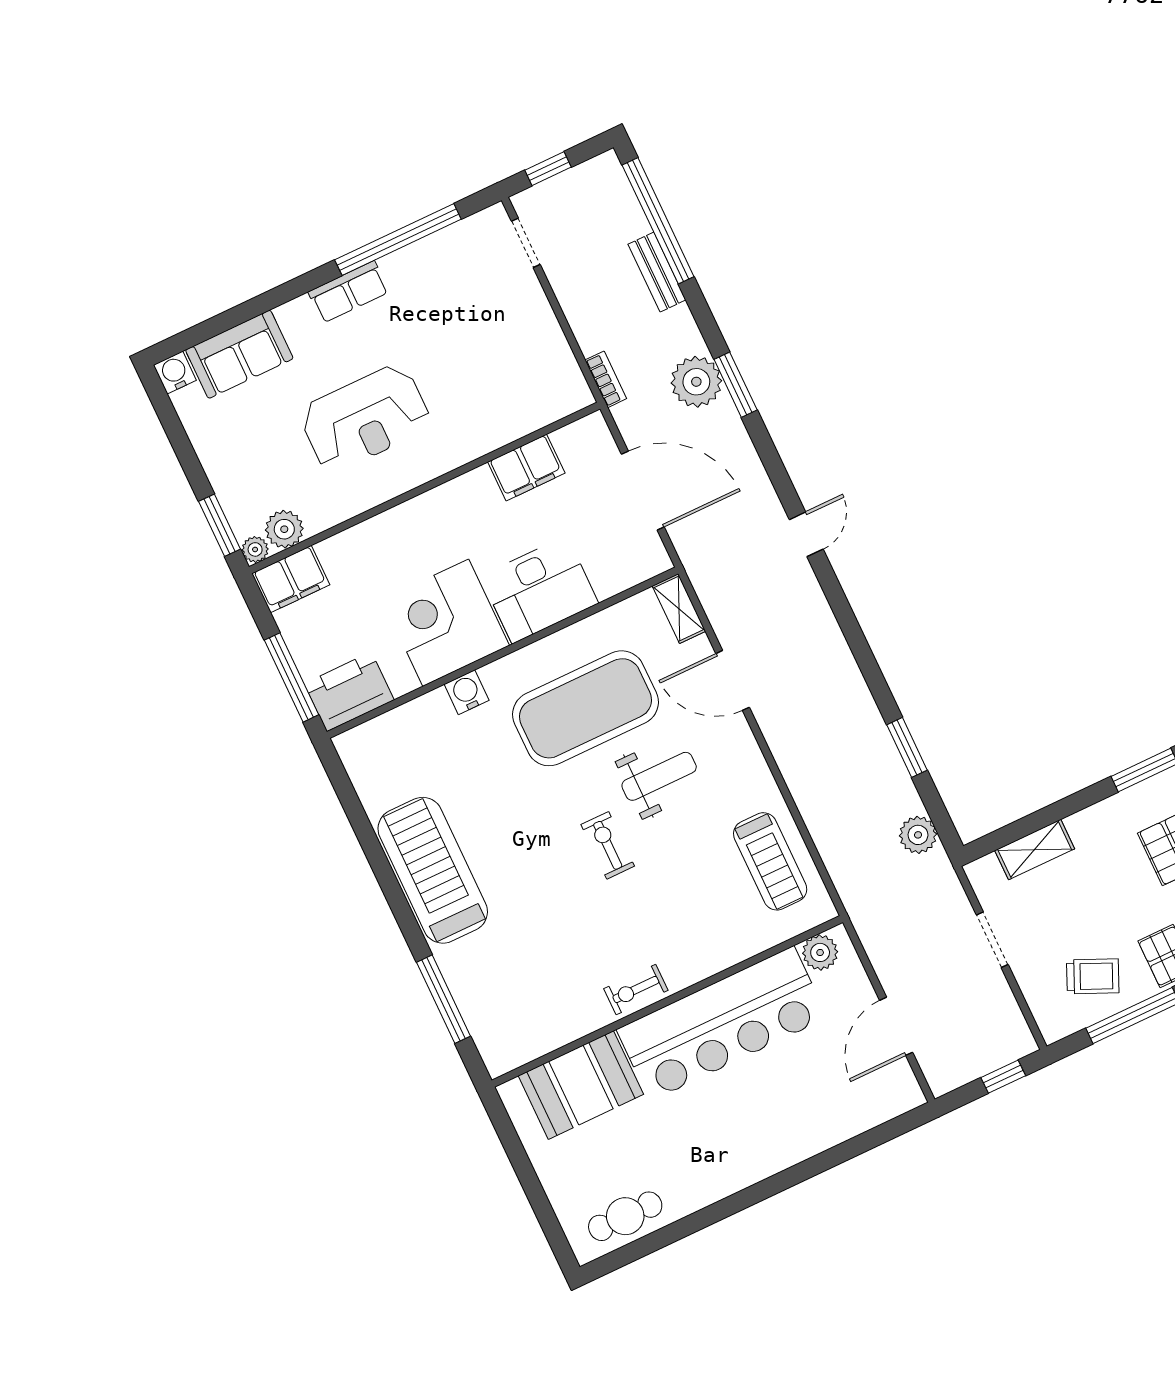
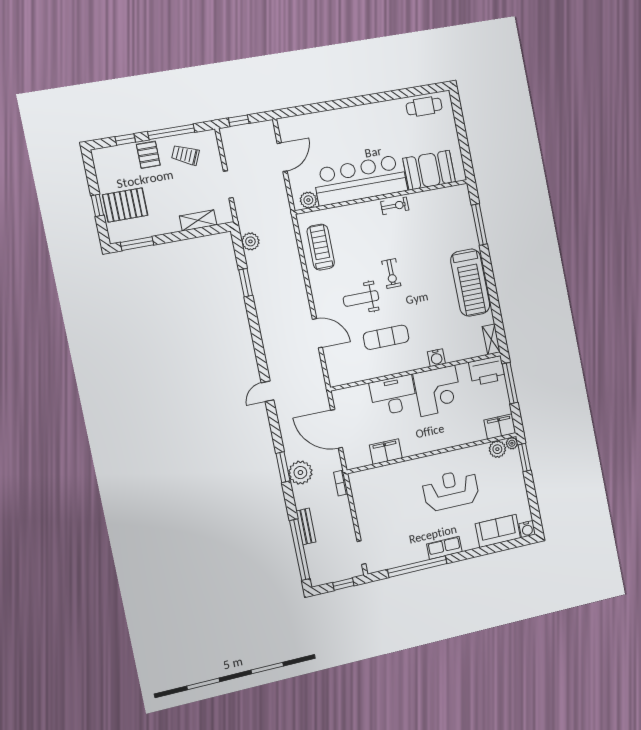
shelving: (679, 609) -> (491, 339), moved
exercise mat: (586, 708) -> (386, 337), width x0.50, depth x0.69

